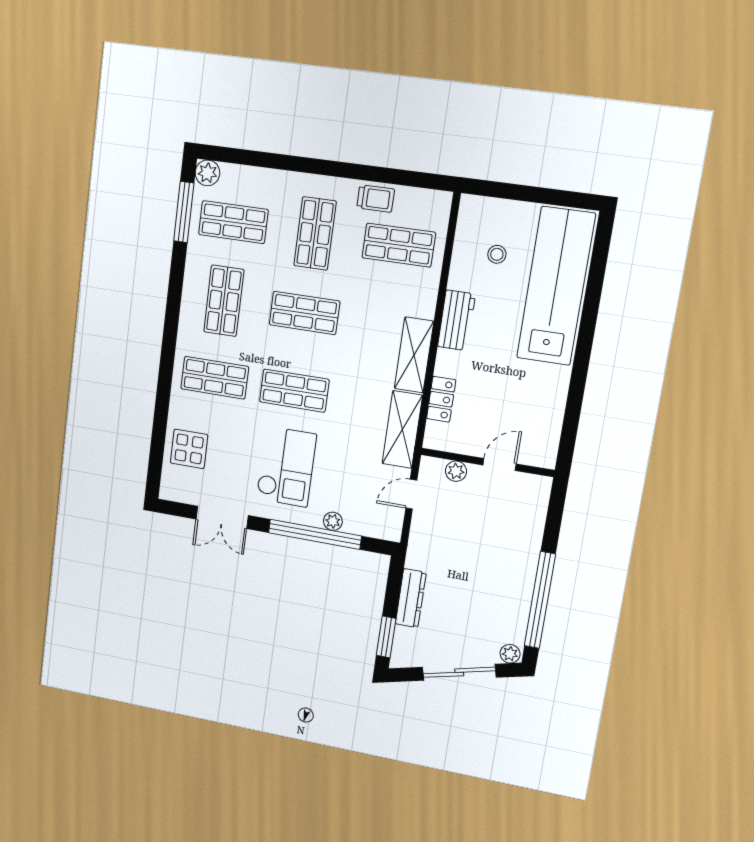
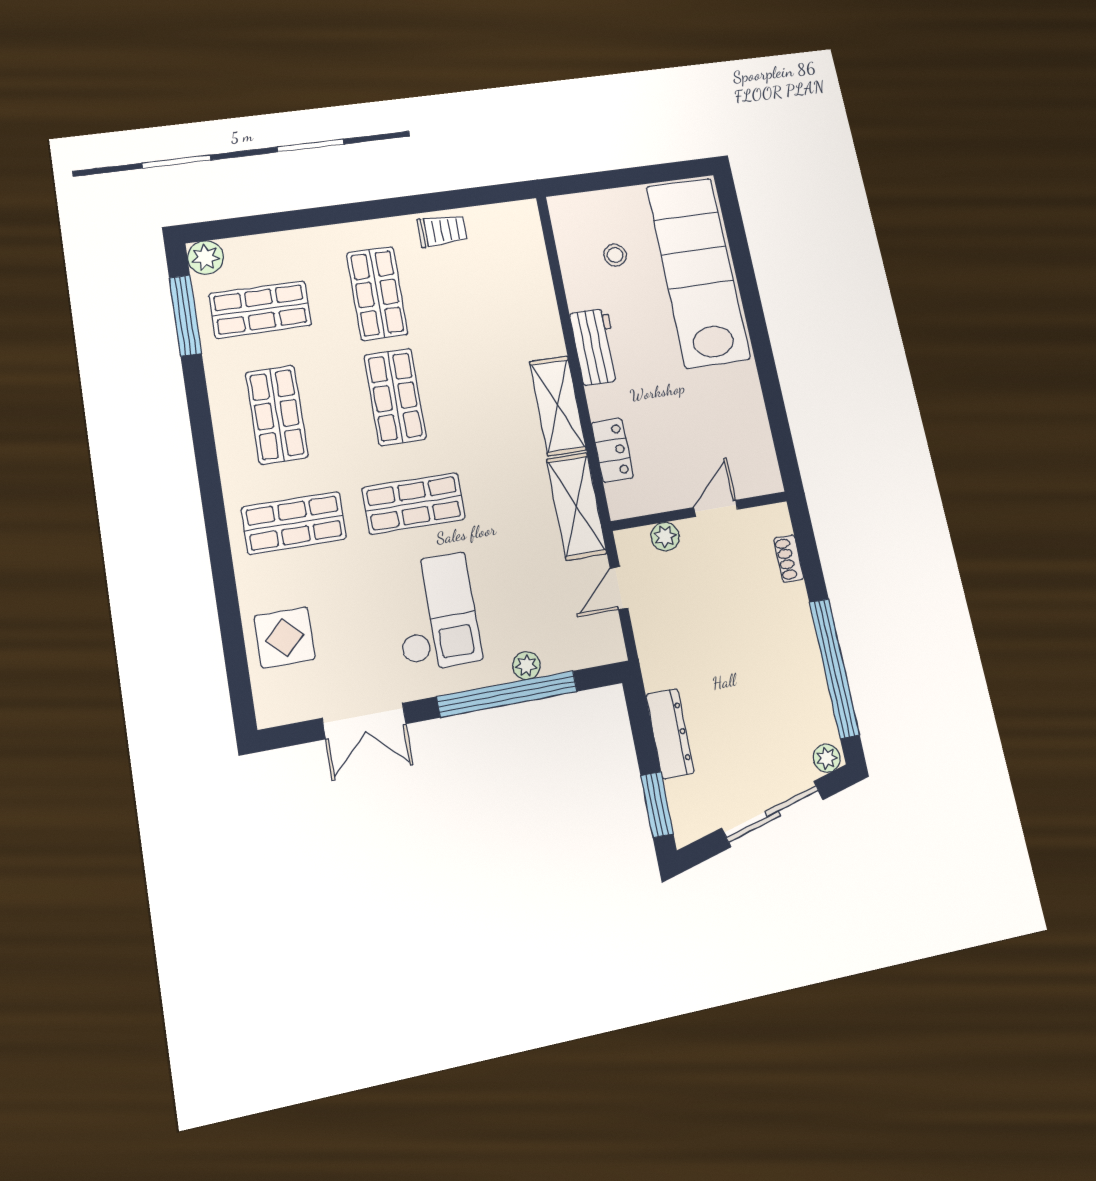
shop shelf: (399, 245) -> (491, 278), removed
shop shelf: (304, 313) -> (395, 397), turned 90
shoe rack: (538, 517) -> (789, 559), added

